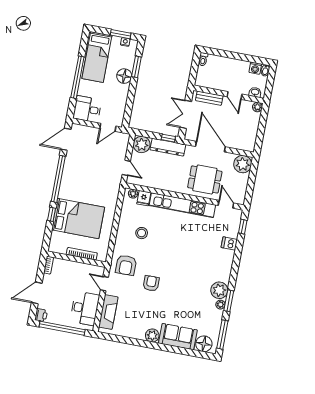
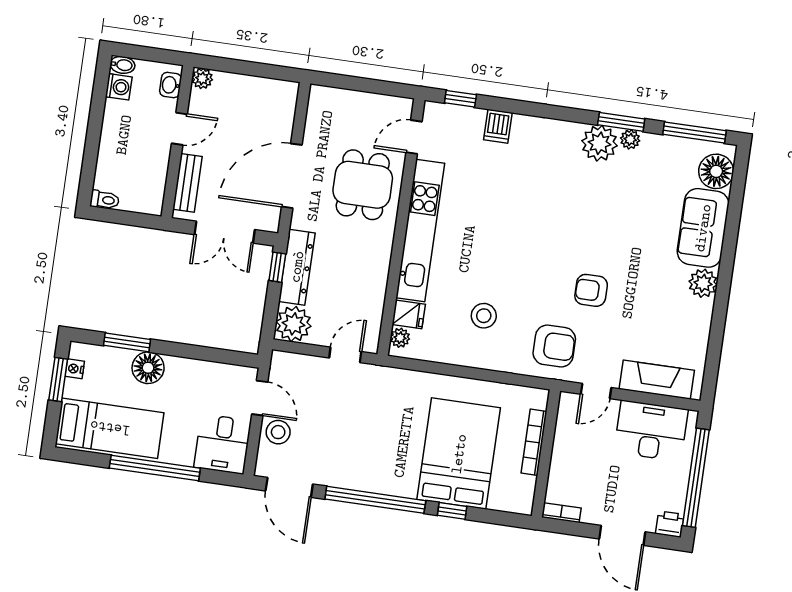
stool: (92, 135) -> (278, 432), added
plant: (243, 164) -> (326, 105), removed

